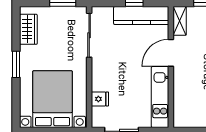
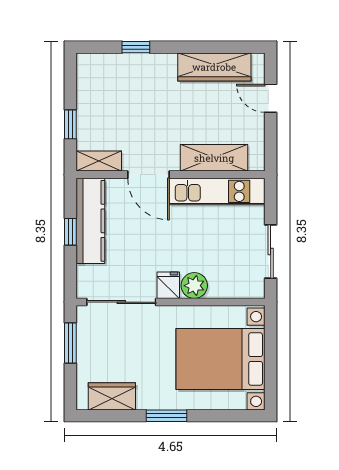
plant: (100, 82) -> (194, 286), added
shelving: (182, 95) -> (214, 158), added
fridge: (100, 99) -> (168, 285), moved

